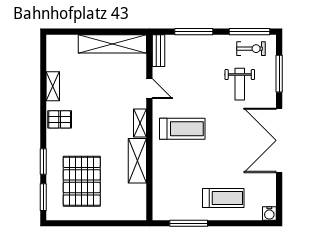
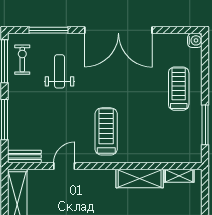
weight bench: (240, 84) -> (60, 71), turned -90
shelving: (140, 123) -> (179, 176), moved

